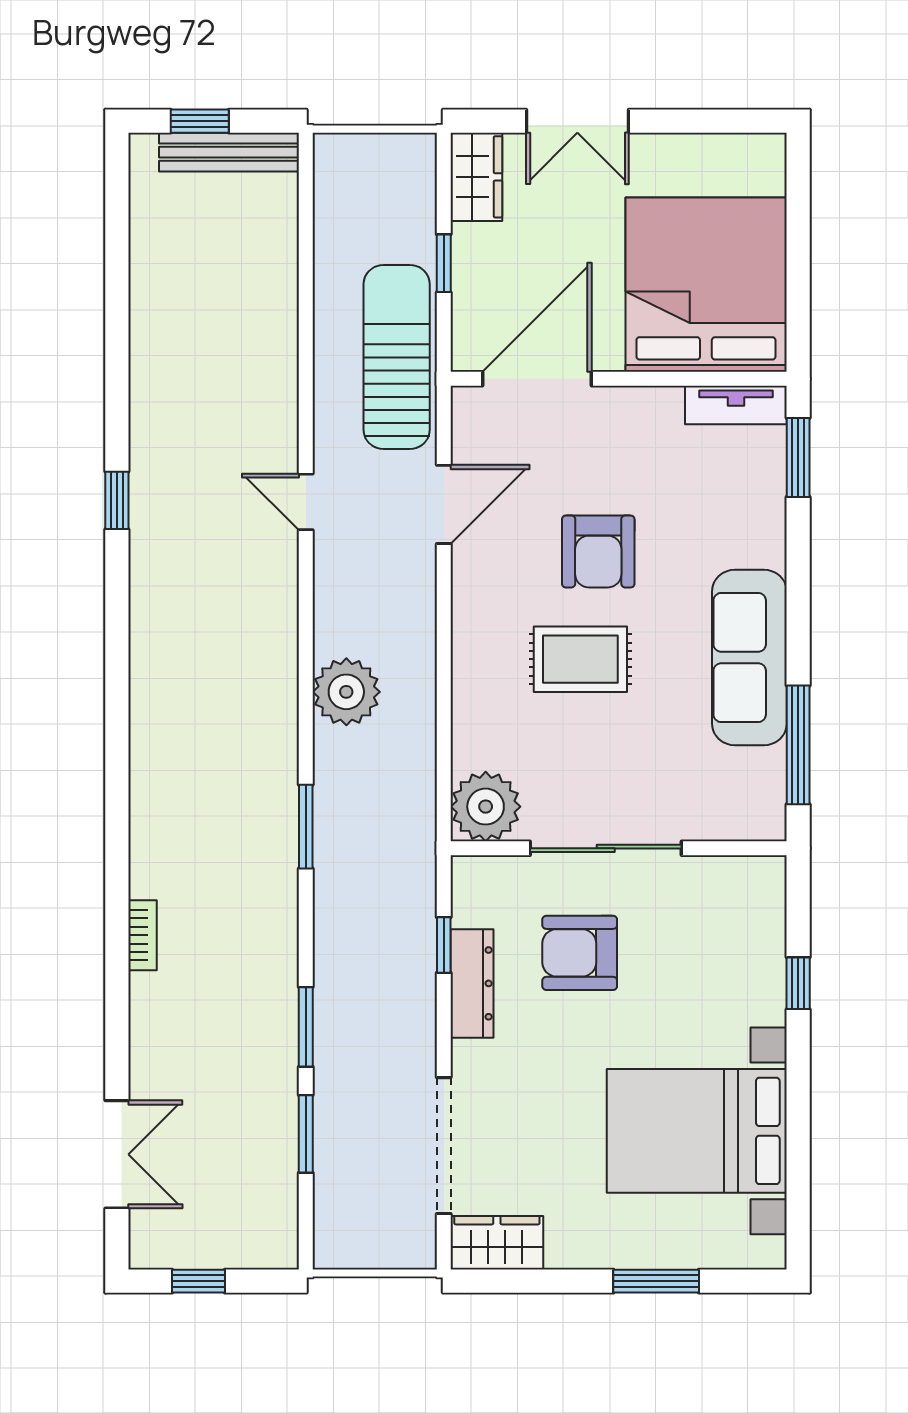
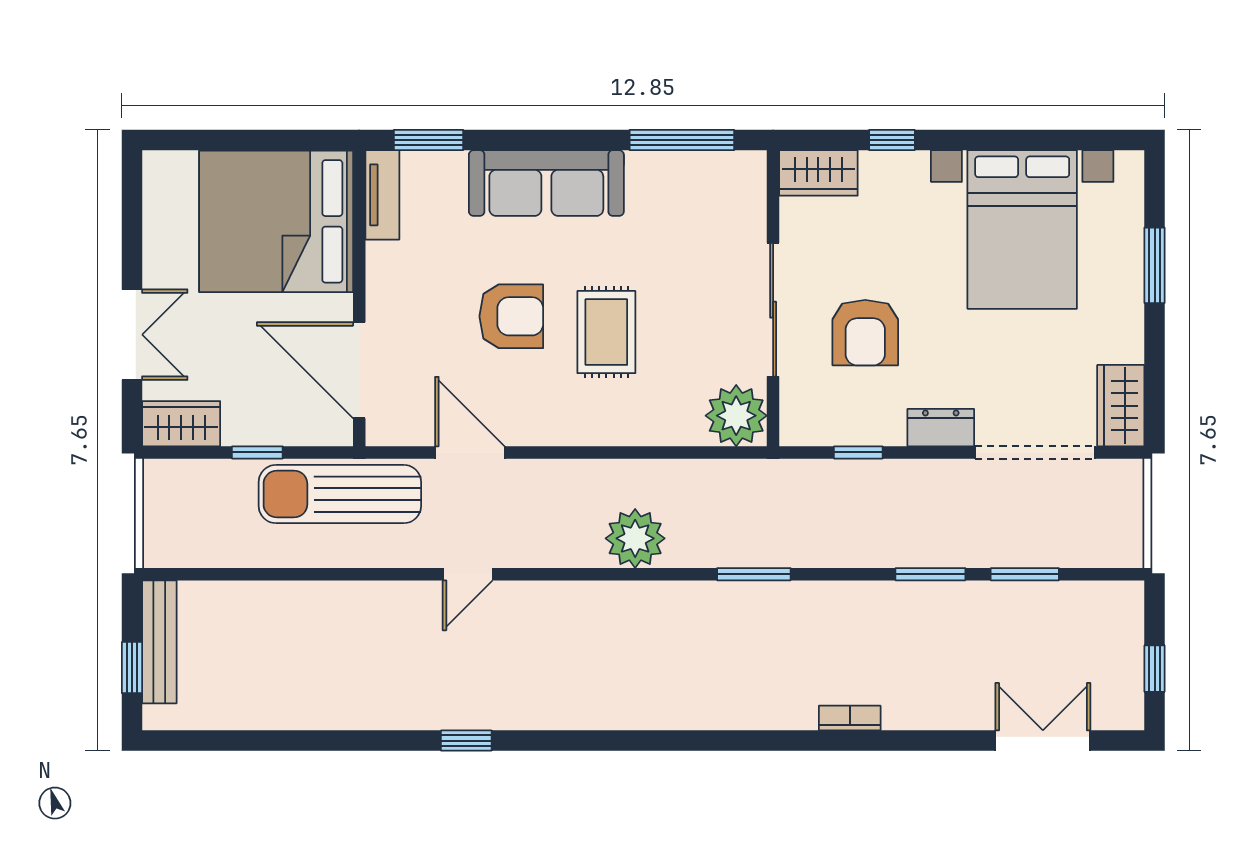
sofa: (749, 658) -> (546, 183), moved
wardrobe: (761, 900) -> (818, 173), added
dresser: (472, 983) -> (941, 428), moved, width x0.70

